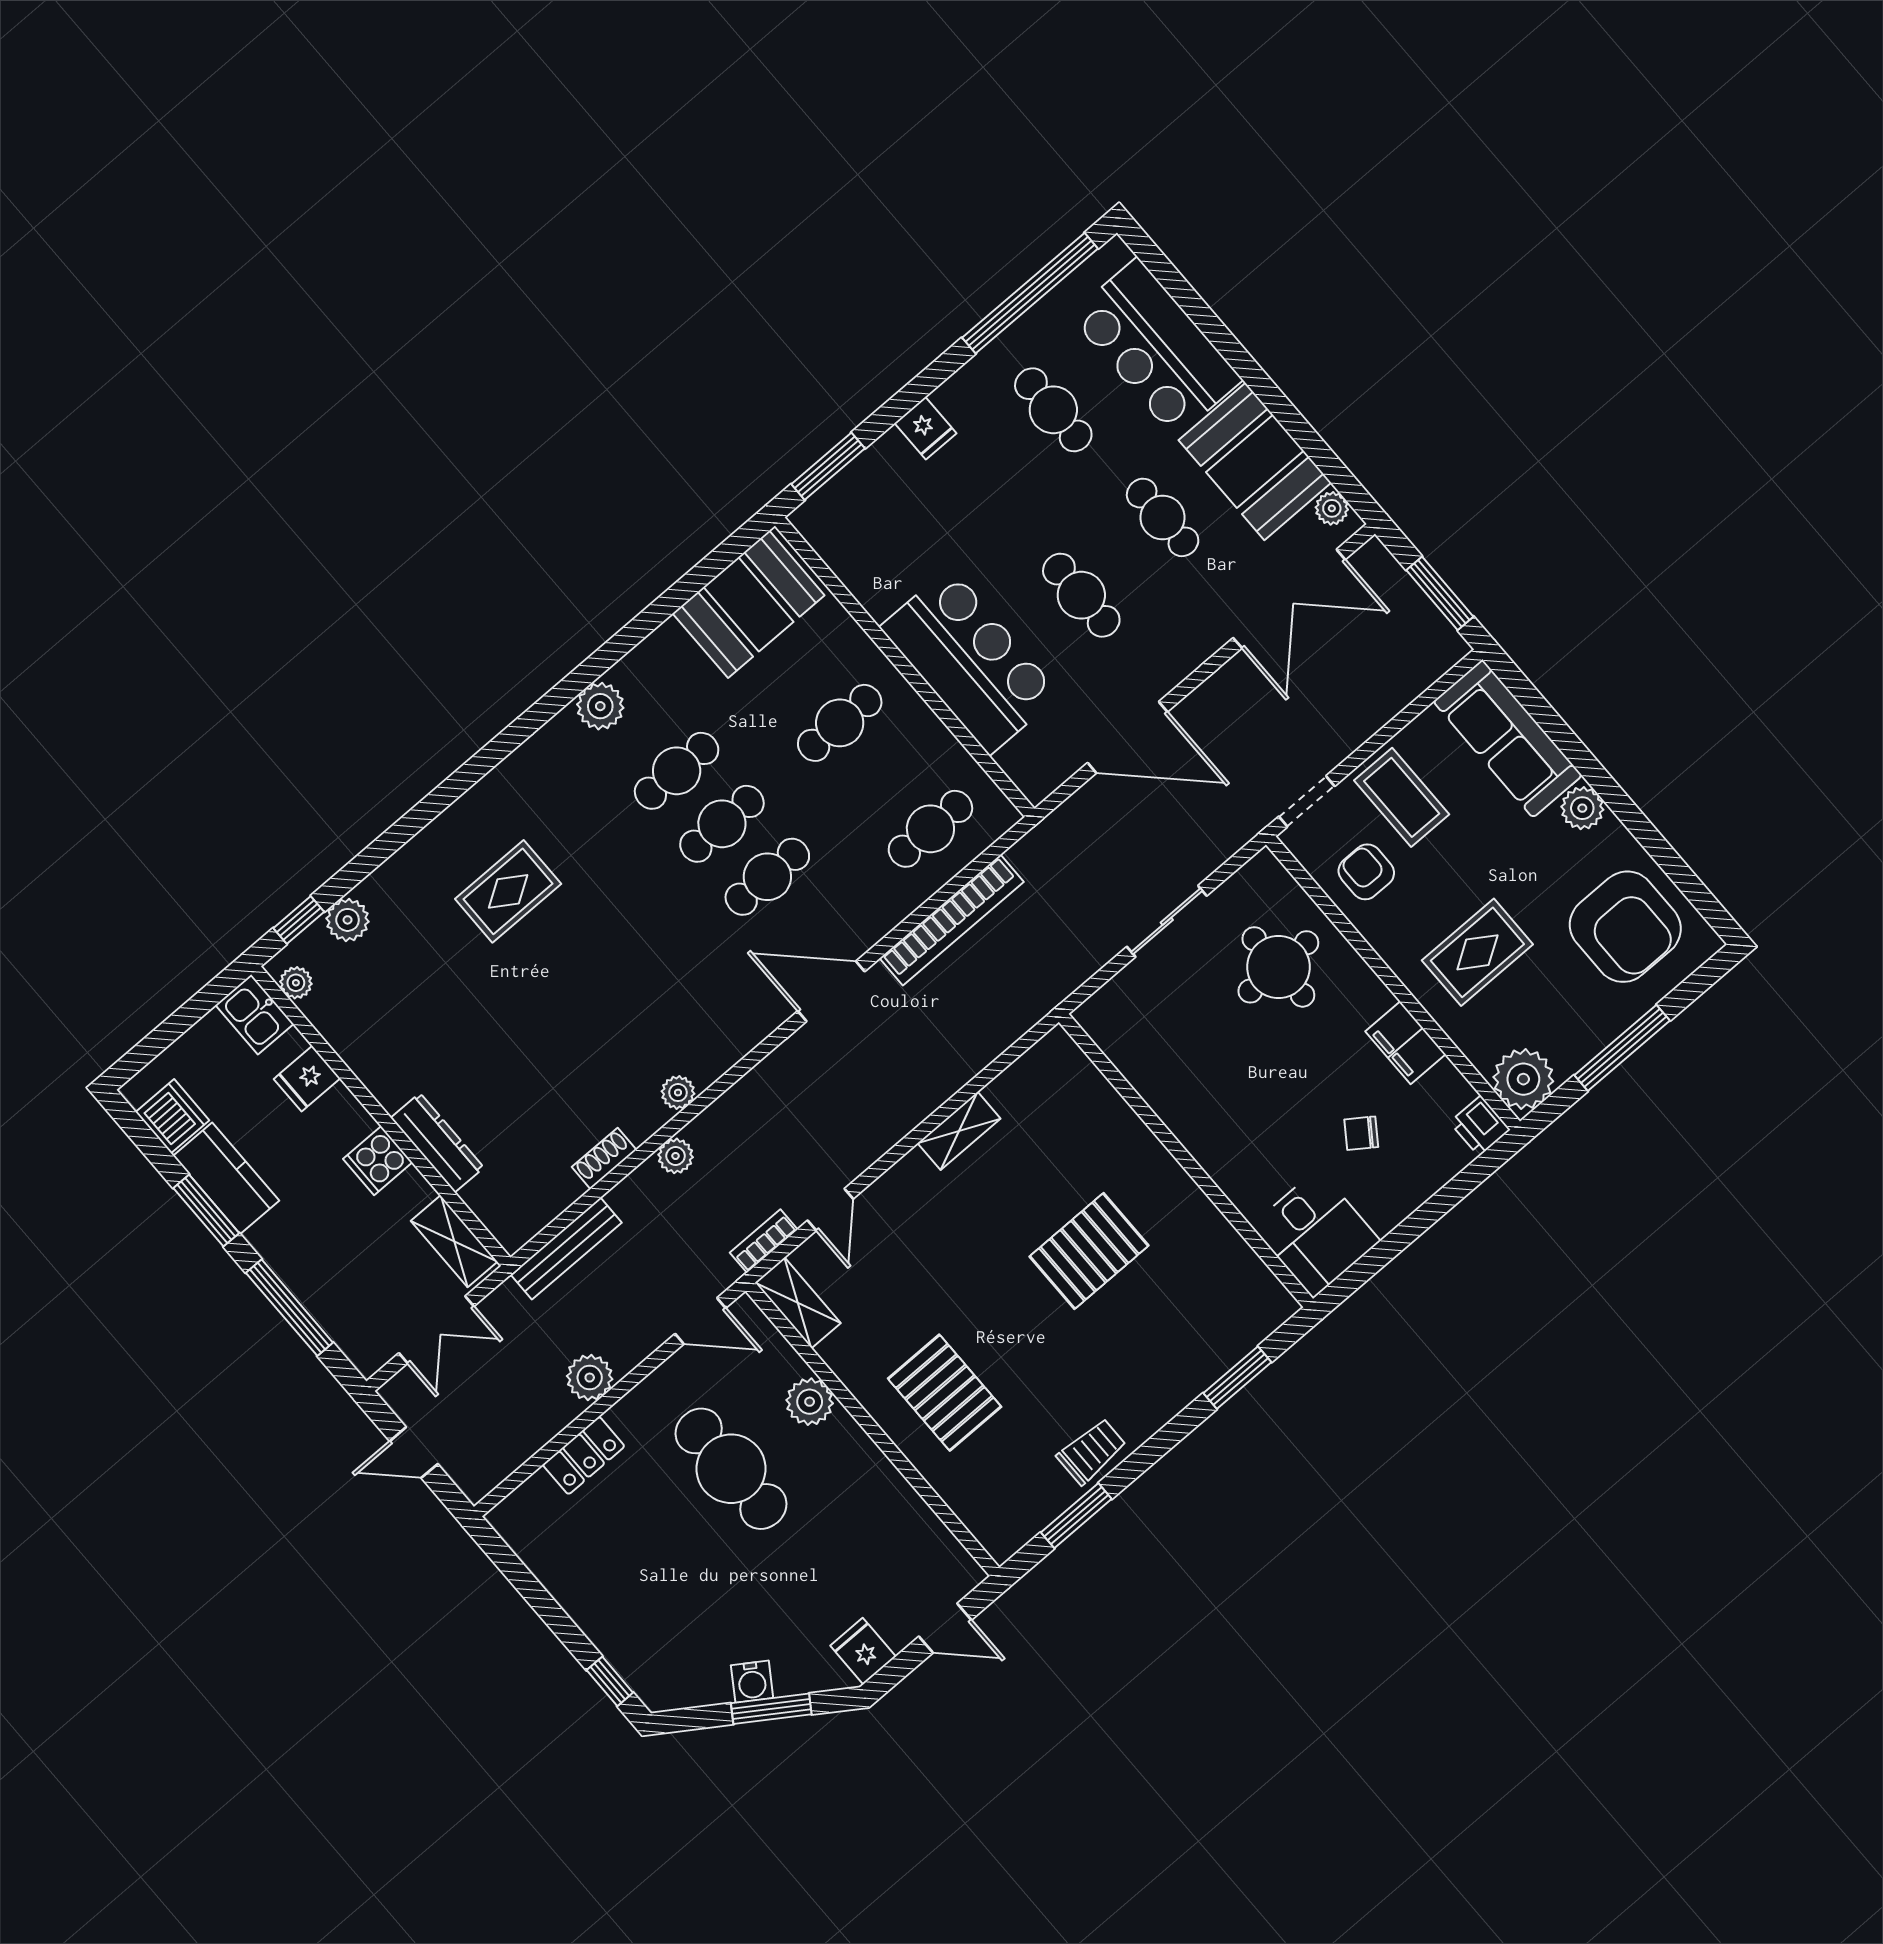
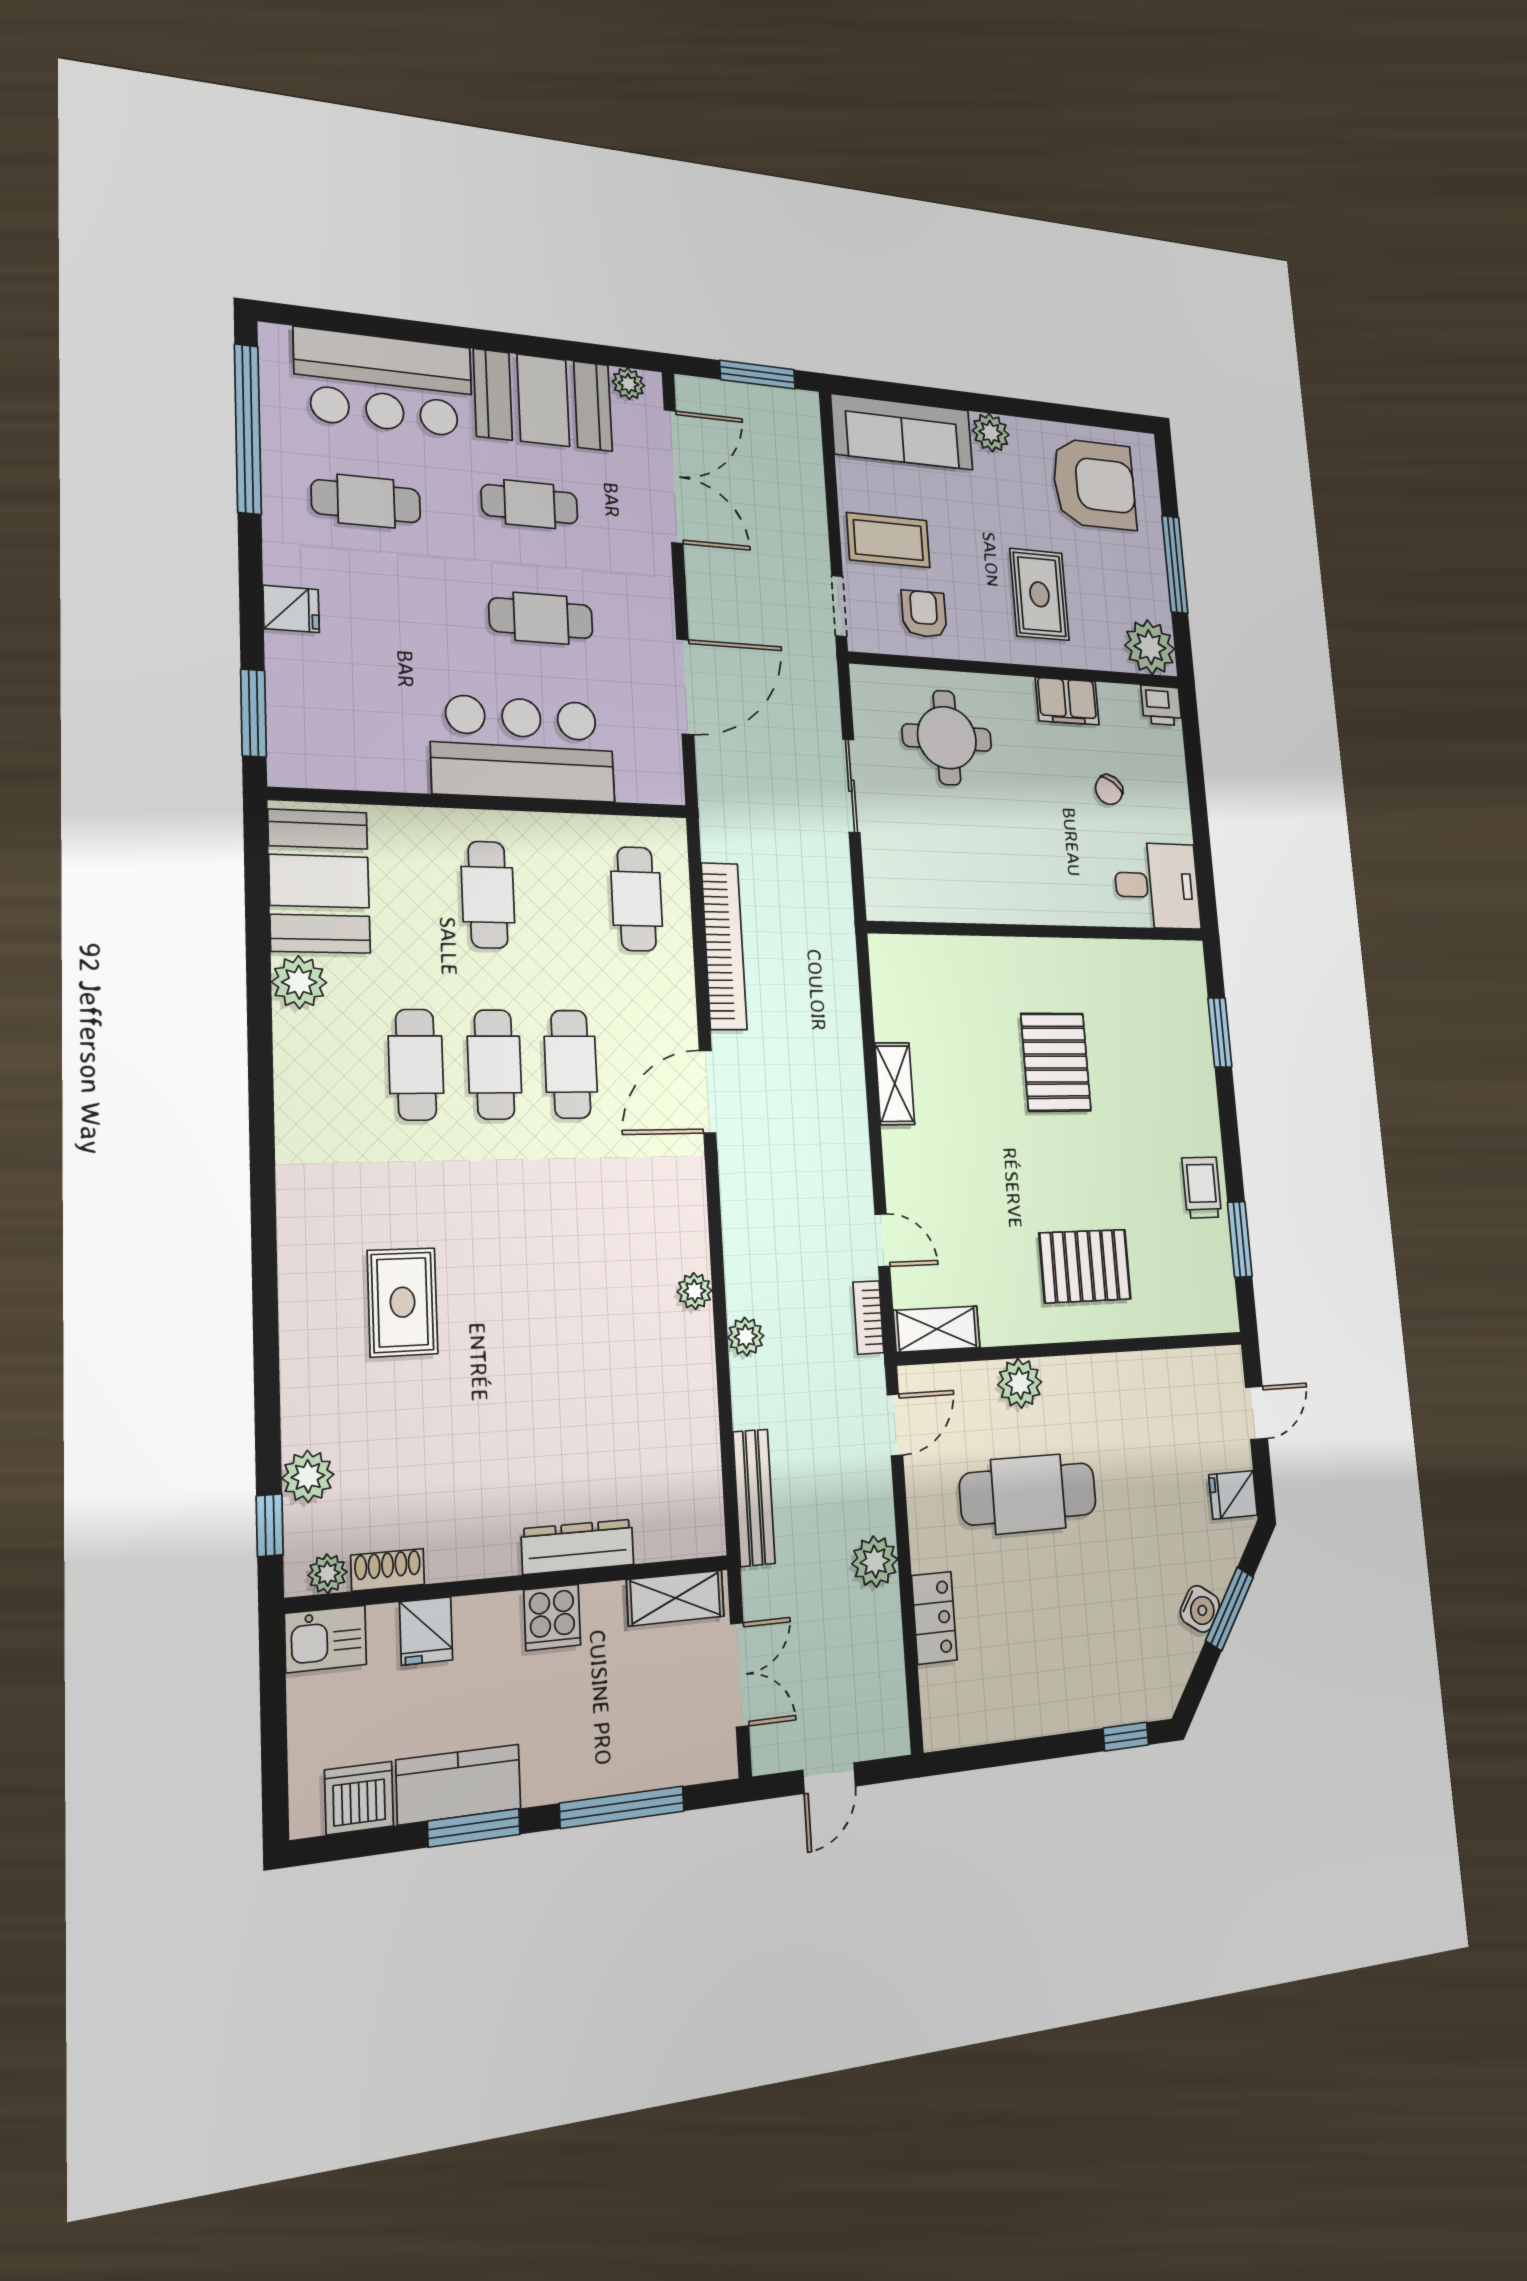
plant: (600, 706) -> (299, 982), moved
armchair: (1366, 872) -> (924, 614), turned 90
shoe rack: (604, 1158) -> (388, 1570), moved, turned 90

